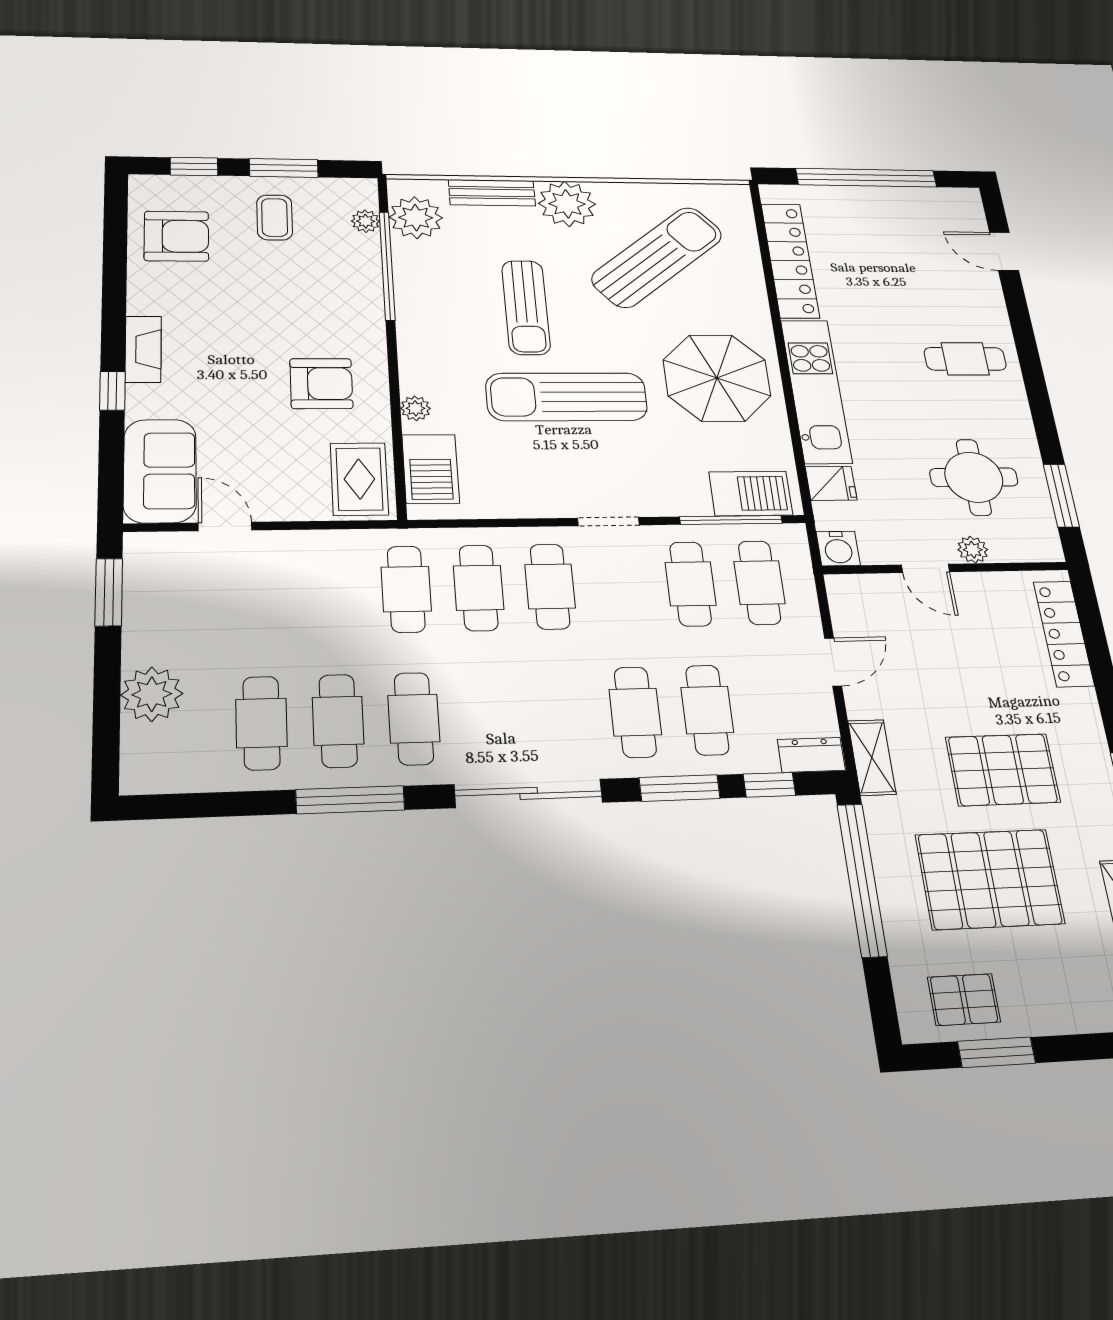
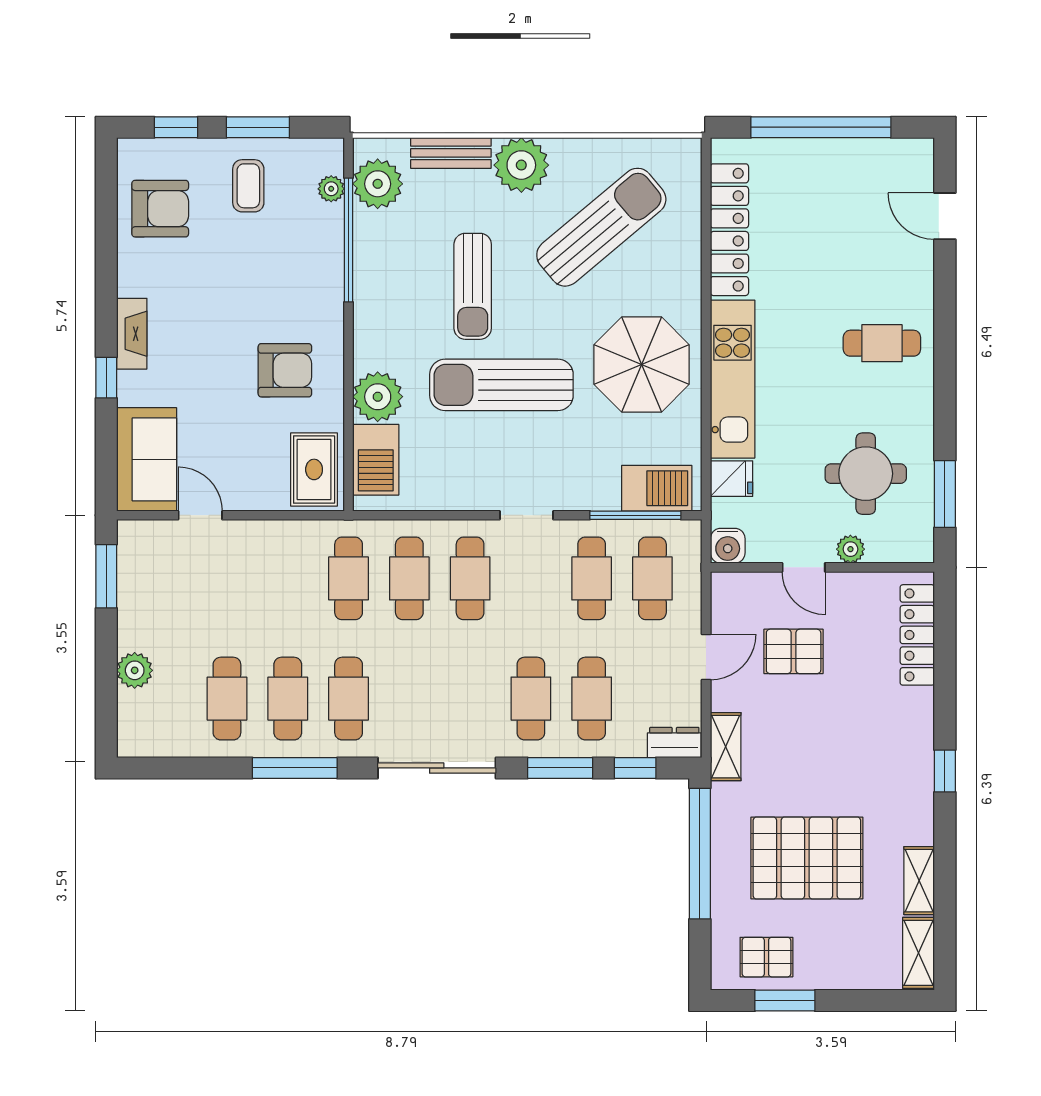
plant: (415, 408) -> (378, 397), width x1.88, depth x1.88
plant: (152, 694) -> (135, 670), width x0.73, depth x0.73
pallet: (1003, 770) -> (794, 651), moved, width x0.67, depth x0.71

